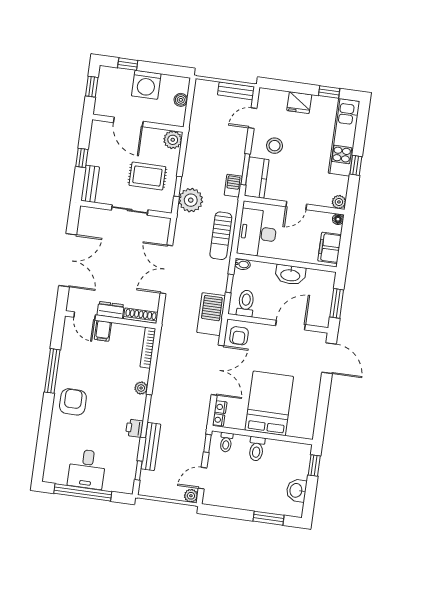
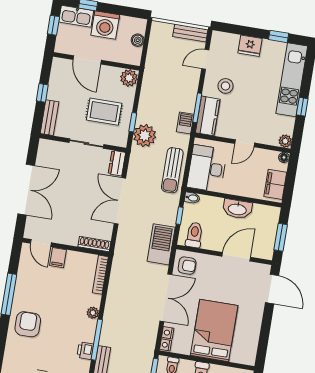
kitchen sink: (115, 76) -> (76, 16), added
dresser: (111, 310) -> (117, 163), moved, turned -90
armchair: (239, 336) -> (187, 266), turned -90

